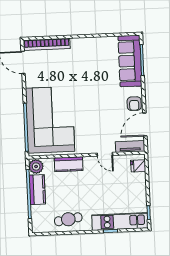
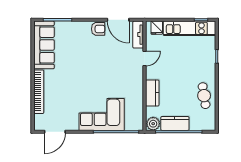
bookcase: (47, 44) -> (39, 92), moved
sofa: (130, 61) -> (44, 45), moved, turned -90
corner sofa: (50, 120) -> (102, 114), width x0.73, depth x0.74
kitchen unit: (120, 221) -> (189, 28), moved, turned -90

